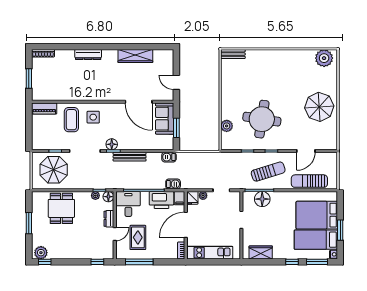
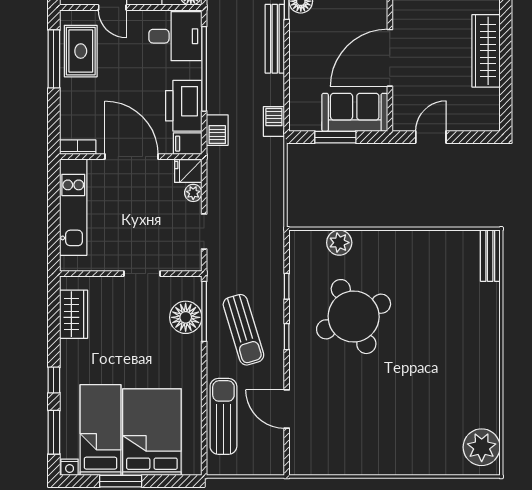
parasol: (319, 107) -> (379, 437), removed
round table: (262, 119) -> (354, 317), turned -34
rug: (138, 237) -> (81, 51), moved, turned 90

